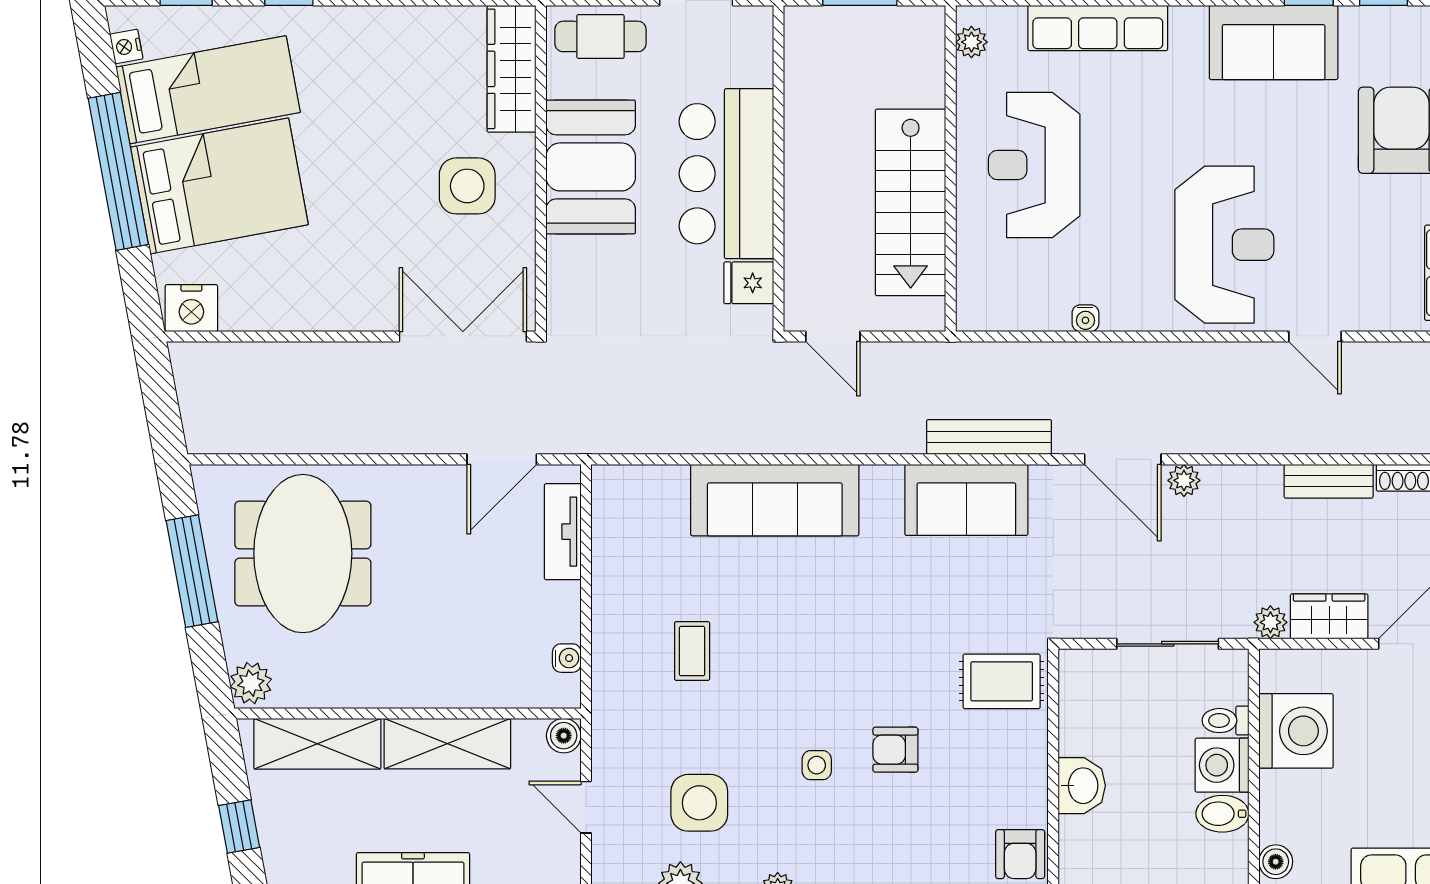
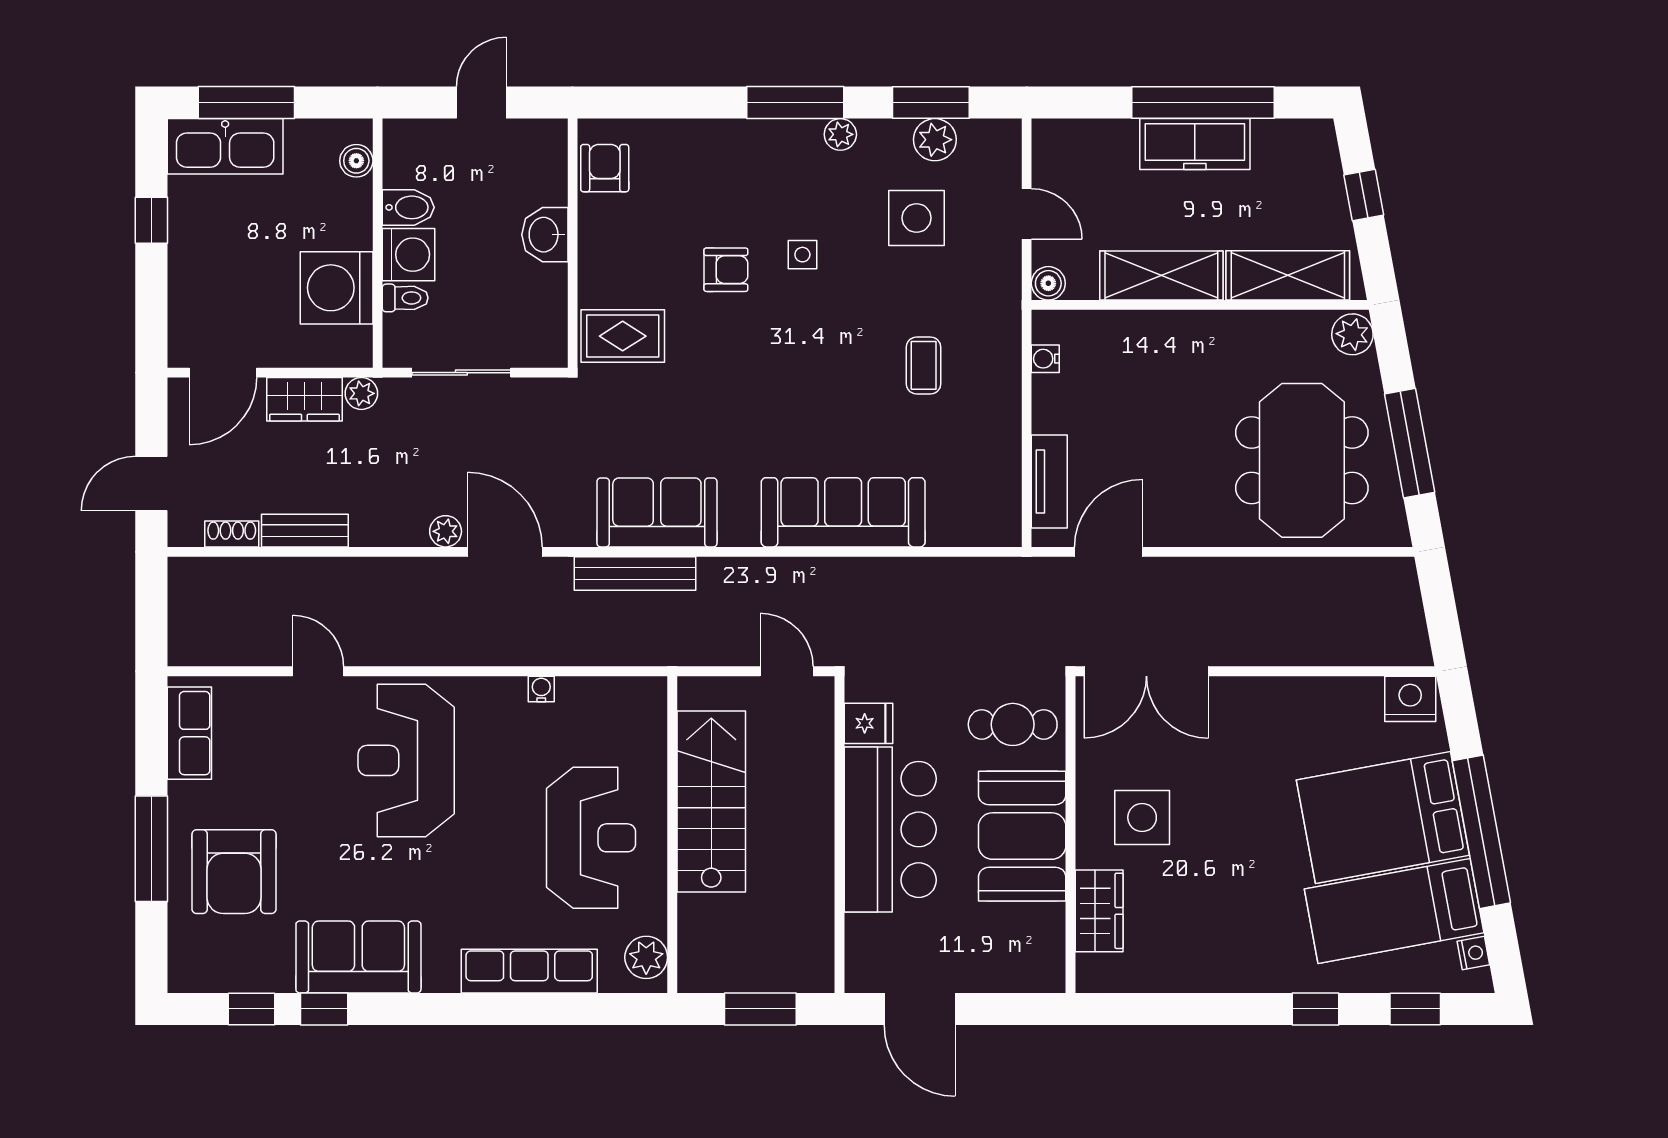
cafe table: (600, 36) -> (1013, 724), moved
plant: (971, 42) -> (646, 957), width x1.38, depth x1.38
wardrobe: (512, 69) -> (1099, 911), width x0.67

